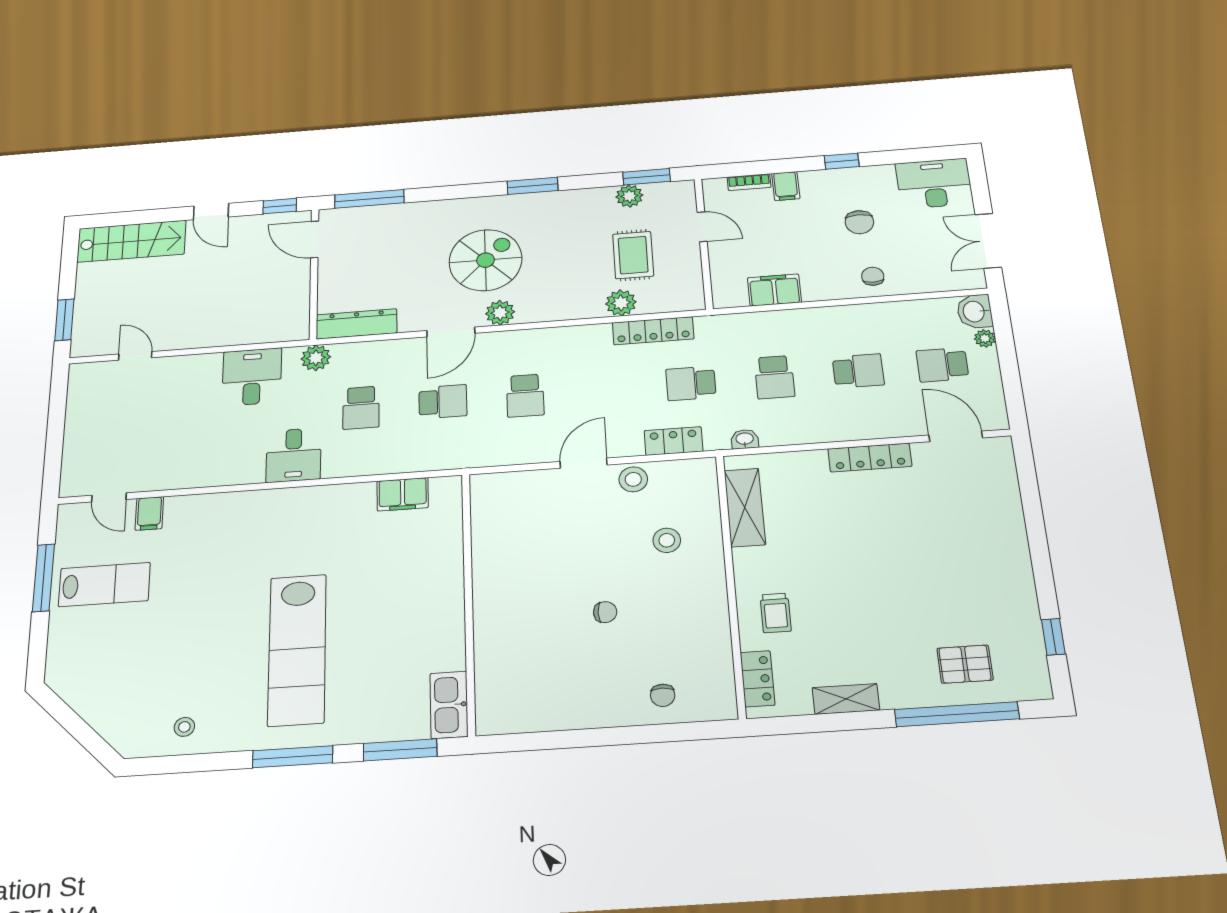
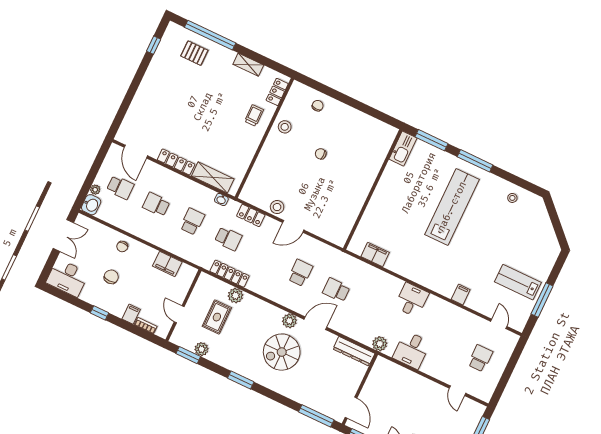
school desk: (361, 408) -> (480, 358), moved
shelving: (745, 507) -> (213, 177), moved, turned 90
filing cabinet: (149, 513) -> (461, 294), moved
stool: (667, 540) -> (285, 127), moved

